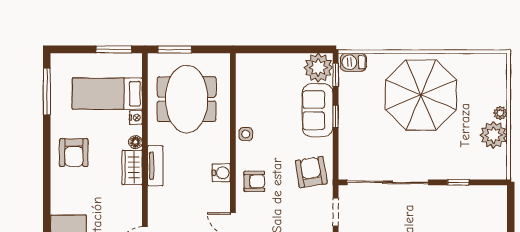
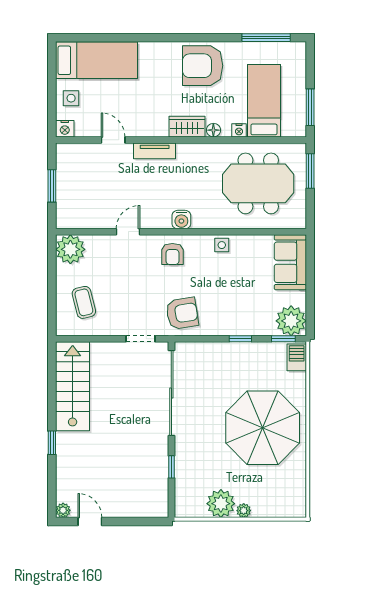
sofa: (318, 110) -> (290, 262), moved, turned -90
armchair: (74, 153) -> (203, 66), width x1.36, depth x1.36
tv unit: (155, 166) -> (155, 151), moved

